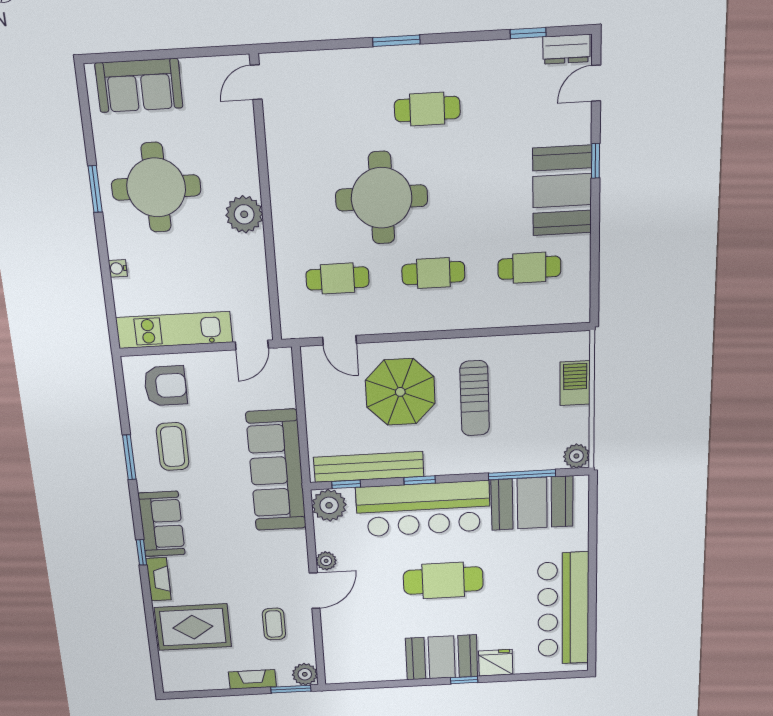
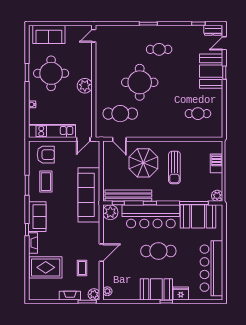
booth: (562, 191) -> (211, 71), moved
cafe table: (433, 273) -> (159, 114), removed
cafe table: (338, 278) -> (120, 114), width x1.37, depth x1.35
plant: (326, 561) -> (107, 291), moved

